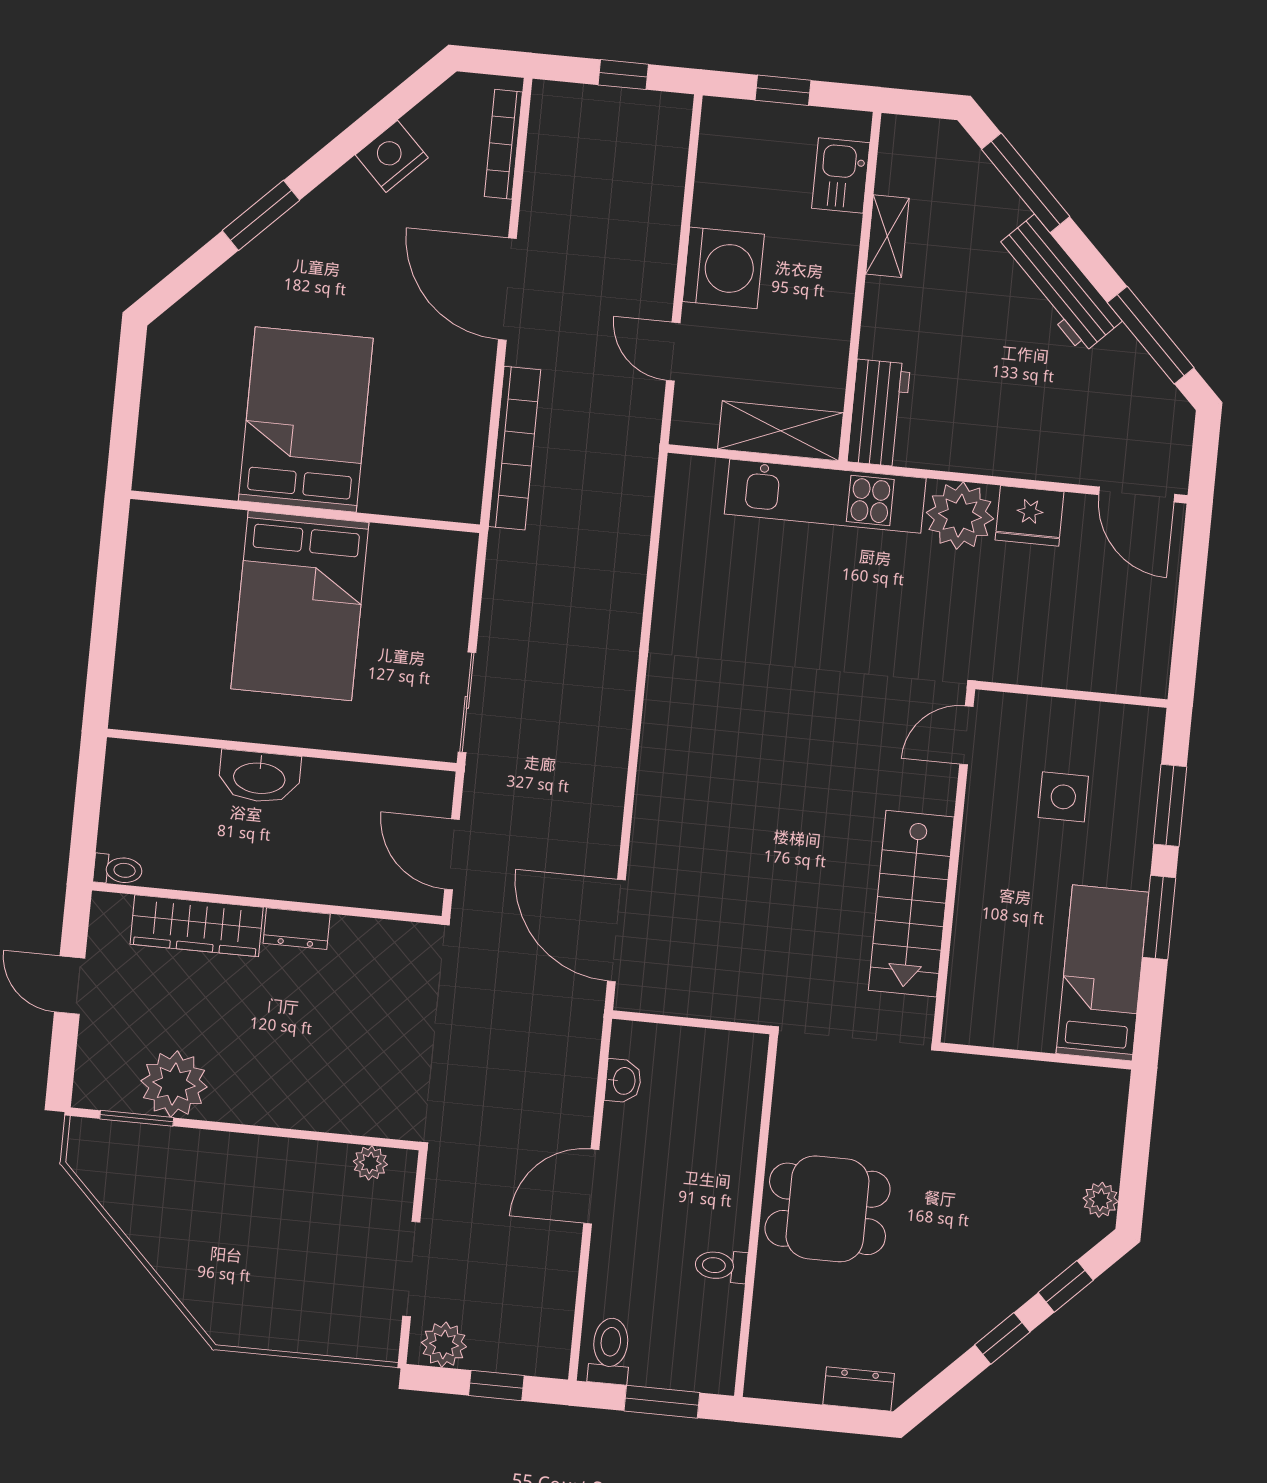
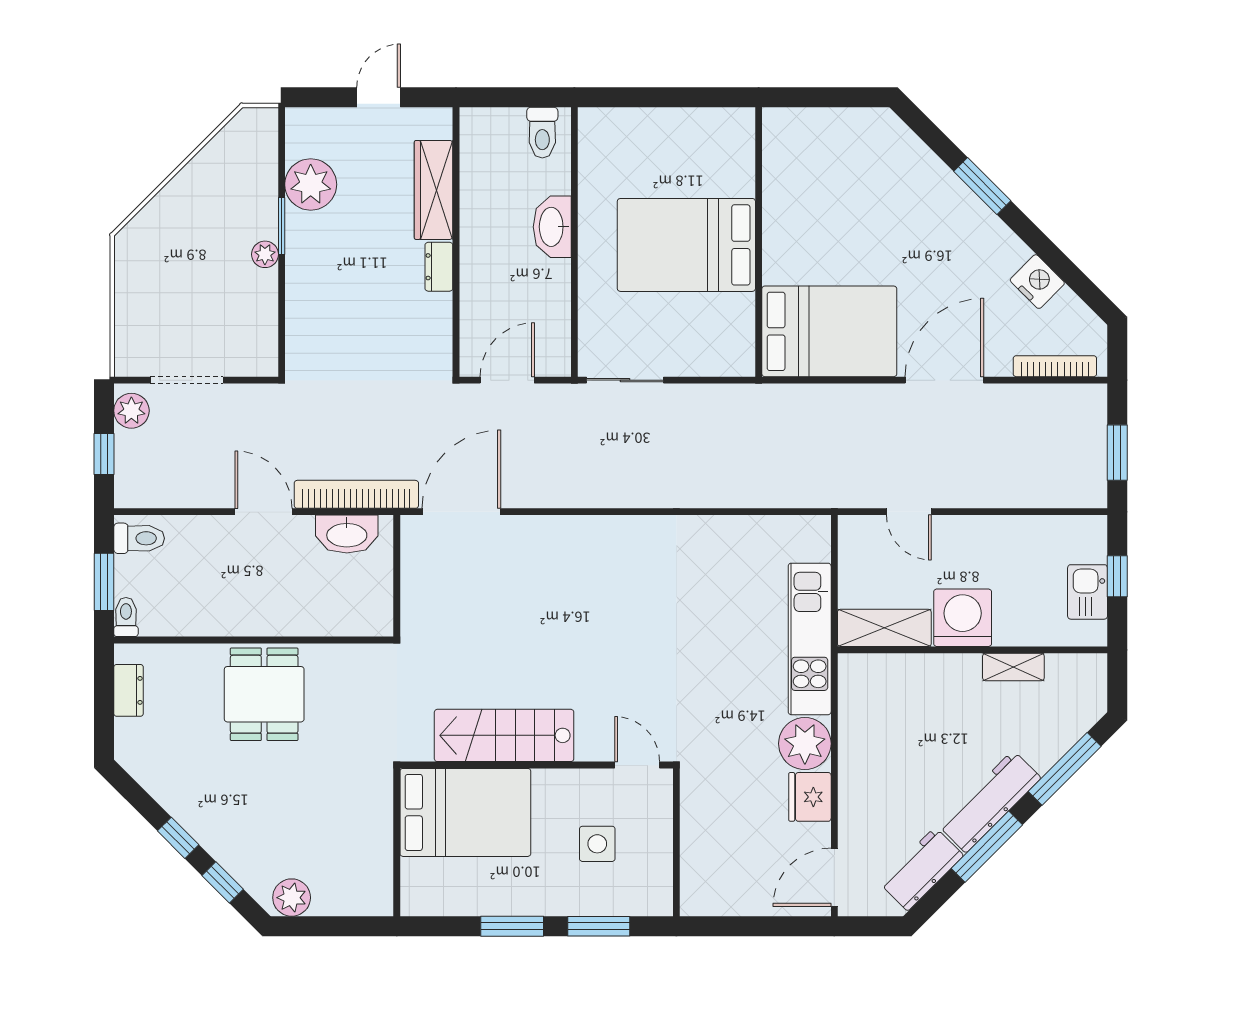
window: (623, 75) -> (1117, 453), width x1.50
kitchen sink: (841, 176) -> (1088, 592), moved, turned -90
washing machine: (723, 268) -> (963, 618), moved, turned 180
window: (1151, 335) -> (987, 847), moved
door: (673, 352) -> (909, 512), swing flipped
workbench: (879, 413) -> (921, 869), moved, turned 135
bed: (306, 420) -> (829, 331), moved
shelving: (780, 431) -> (884, 628), moved, turned 90
bookcase: (515, 448) -> (356, 494), moved, turned 180
toilet: (118, 870) -> (542, 133), moved, width x1.37, depth x1.39
bed: (1102, 973) -> (465, 812), moved, width x1.50
washbasin: (623, 1081) -> (347, 534), width x1.91, depth x1.45
window: (137, 1118) -> (282, 226), moved
plant: (370, 1163) -> (265, 254), moved
plant: (1101, 1200) -> (292, 898), width x1.38, depth x1.38
toilet: (721, 1266) -> (126, 617), moved
dresser: (859, 1389) -> (129, 690), moved

